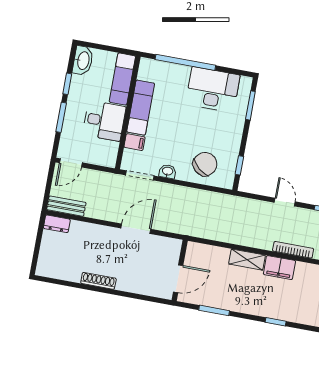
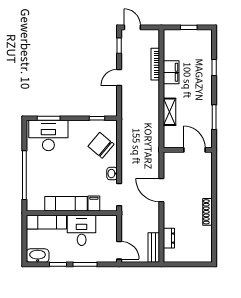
desk: (213, 90) -> (48, 135), moved, turned 90
dresser: (57, 224) -> (169, 238), moved
shelving: (247, 260) -> (170, 112), moved

